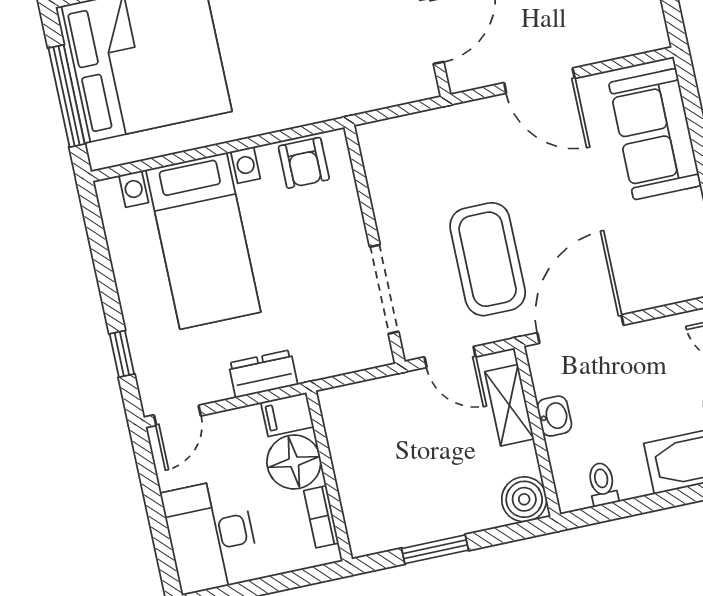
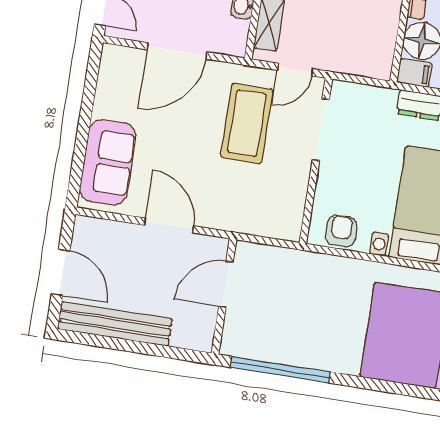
door: (580, 329) -> (177, 51), moved
door: (450, 357) -> (295, 70), swing flipped

